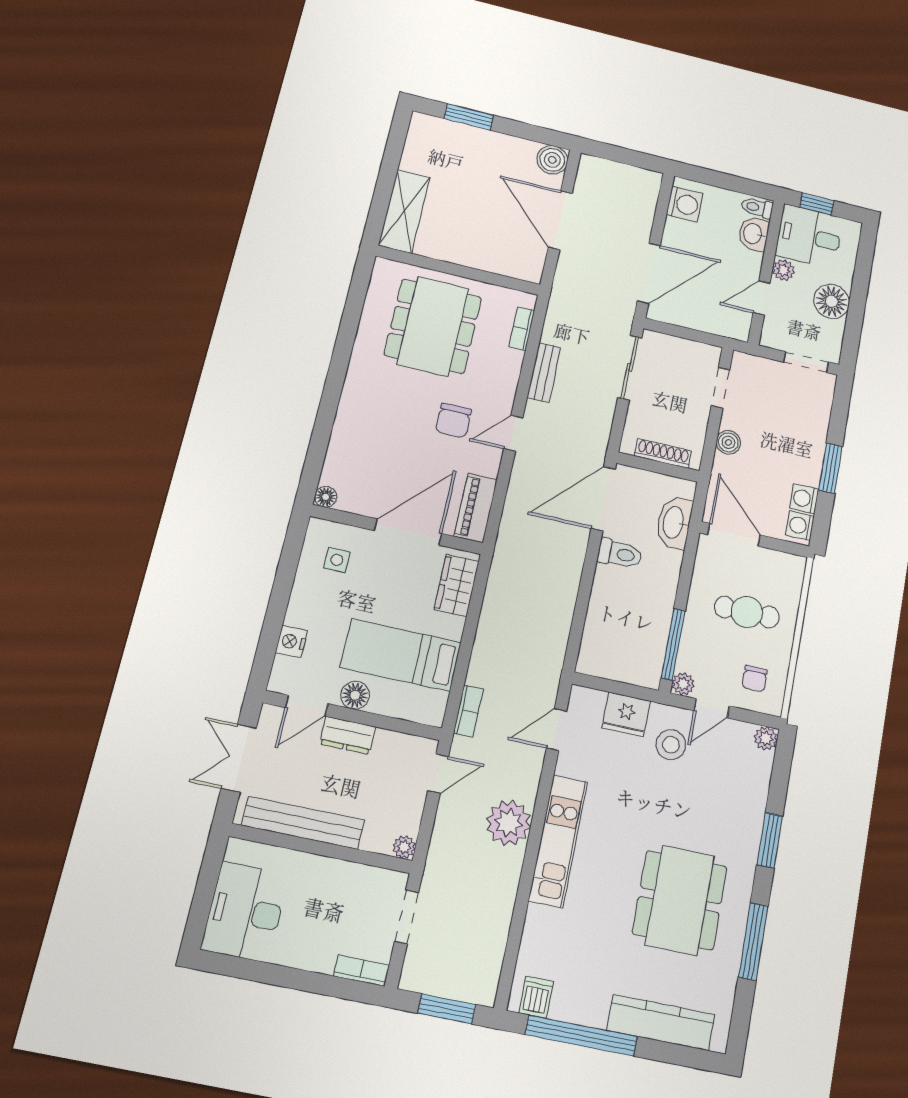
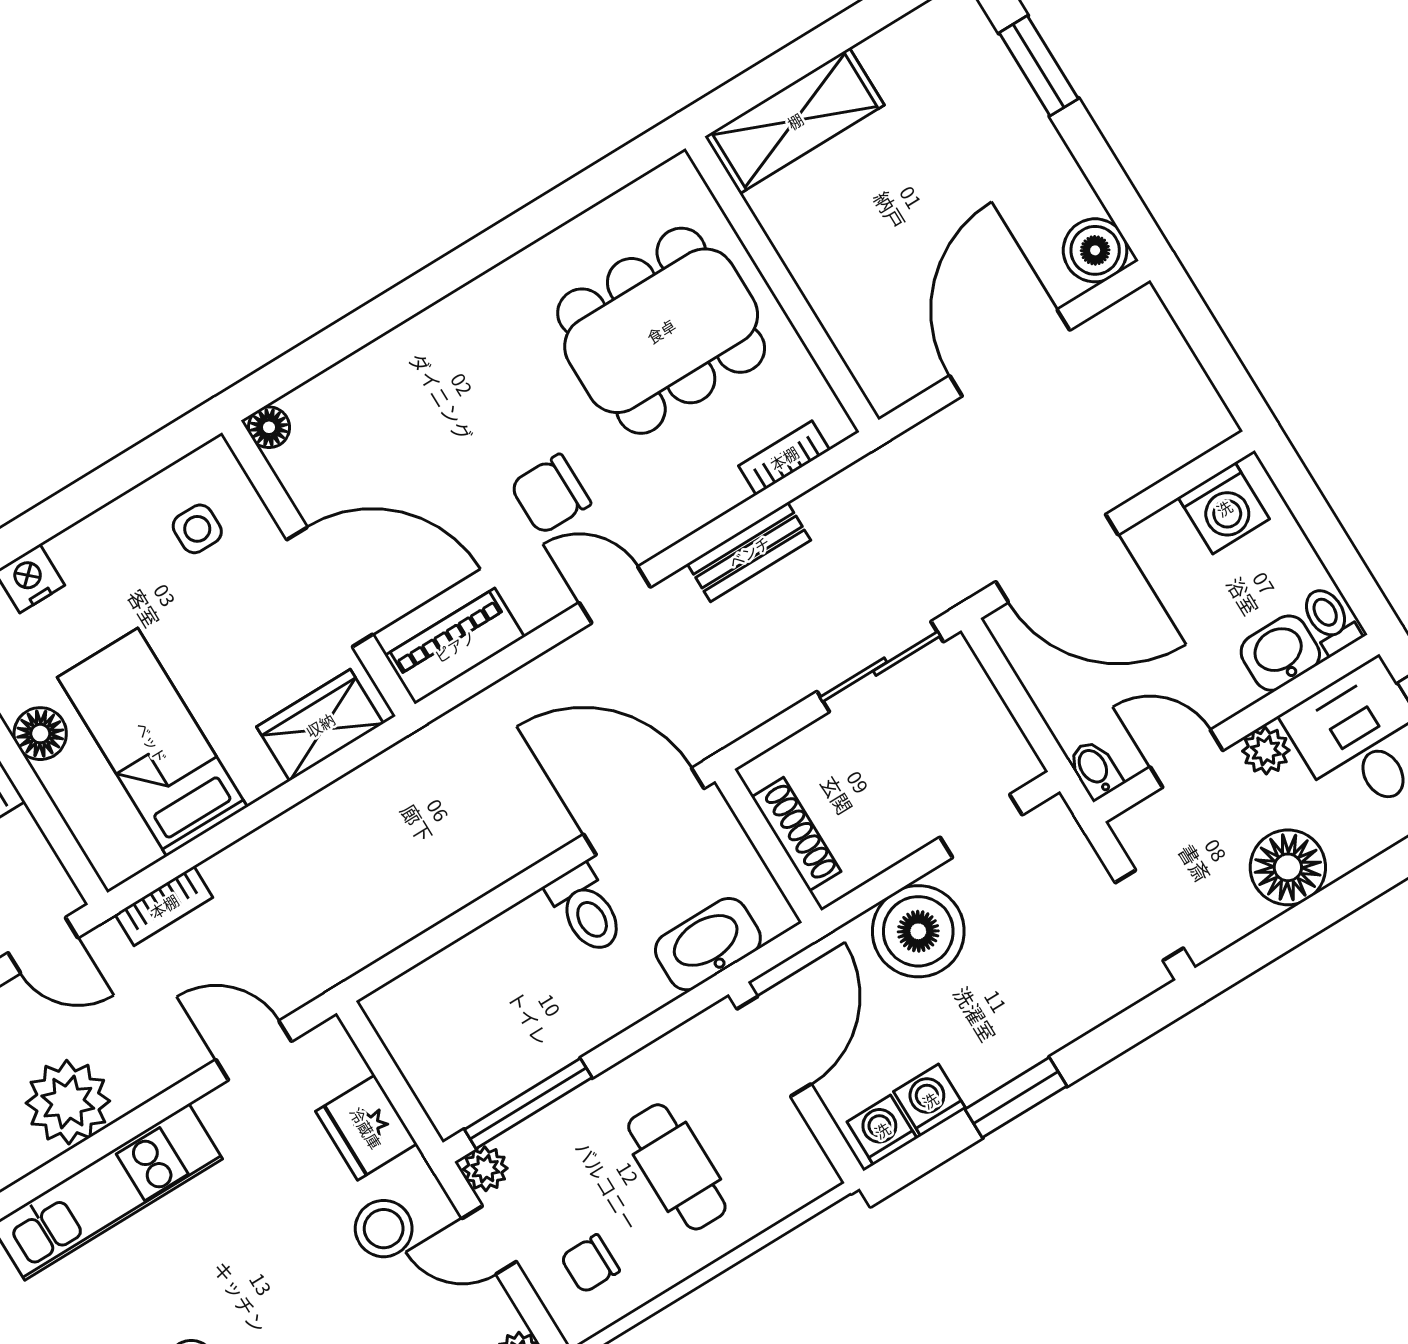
bidet: (737, 331) -> (1095, 770), added
boiler: (728, 442) -> (918, 931), width x1.86, depth x1.86

